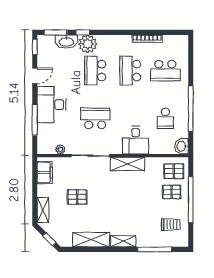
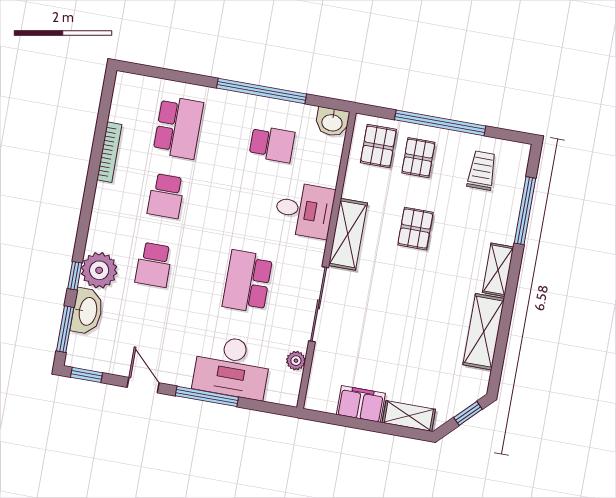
school desk: (95, 71) -> (154, 265), width x0.54
school desk: (130, 71) -> (166, 196), width x0.54
desk: (52, 105) -> (232, 367), moved
window: (35, 120) -> (207, 396), moved
filing cabinet: (45, 172) -> (361, 404), moved
pallet: (77, 197) -> (415, 229), moved

